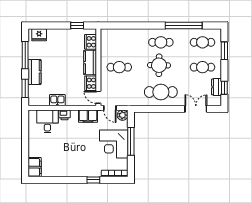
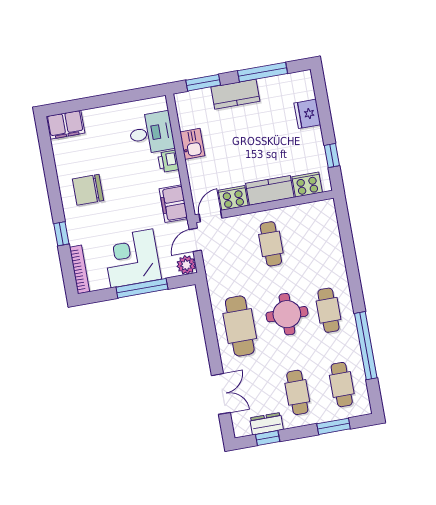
fridge: (39, 35) -> (307, 114), moved
chair: (72, 161) -> (88, 190), added

